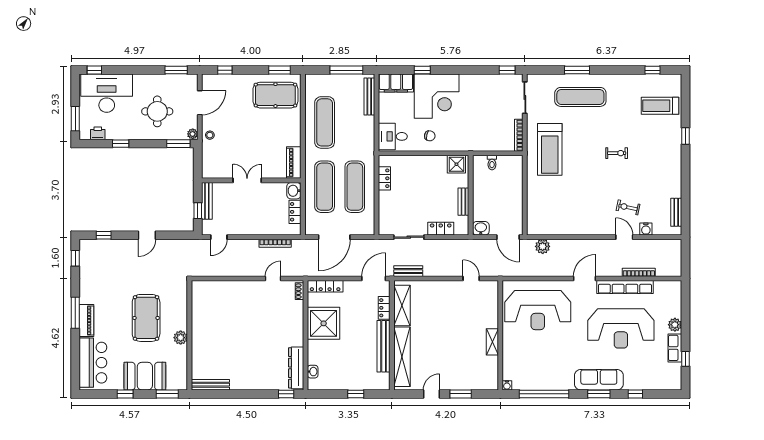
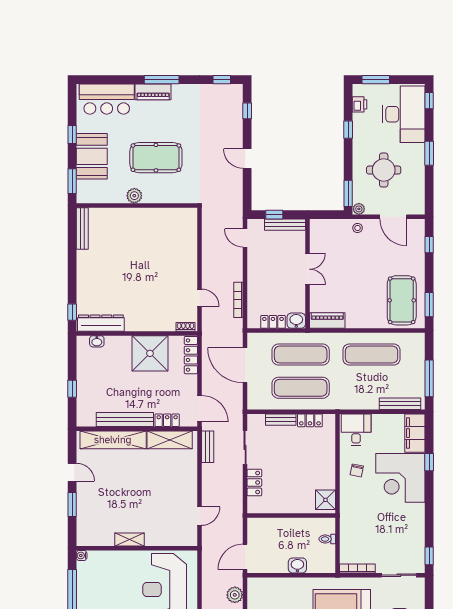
window: (176, 70) -> (429, 153), moved
bench: (463, 202) -> (281, 420), moved
washbasin: (481, 228) -> (297, 565), moved, turned -90

